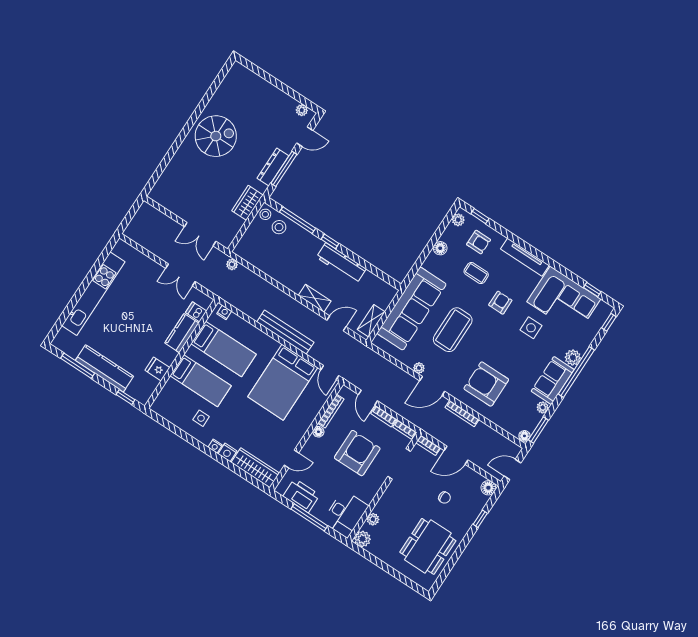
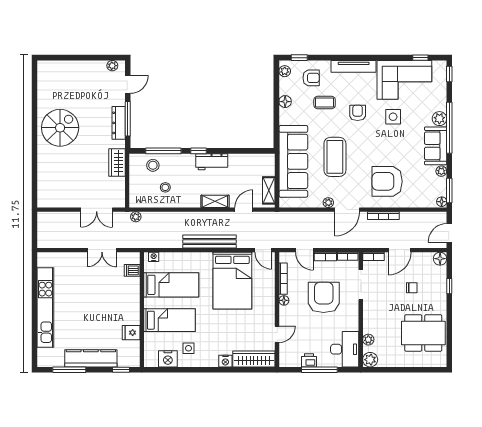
stool: (265, 214) -> (165, 187), moved
workbench: (341, 263) -> (212, 162), width x0.73
kitchen counter: (182, 333) -> (132, 293), removed
nightstand: (215, 446) -> (168, 359), moved, width x1.89, depth x1.79
printer: (301, 496) -> (309, 360), width x0.53, depth x0.68
dining table: (428, 546) -> (423, 333), turned 90

